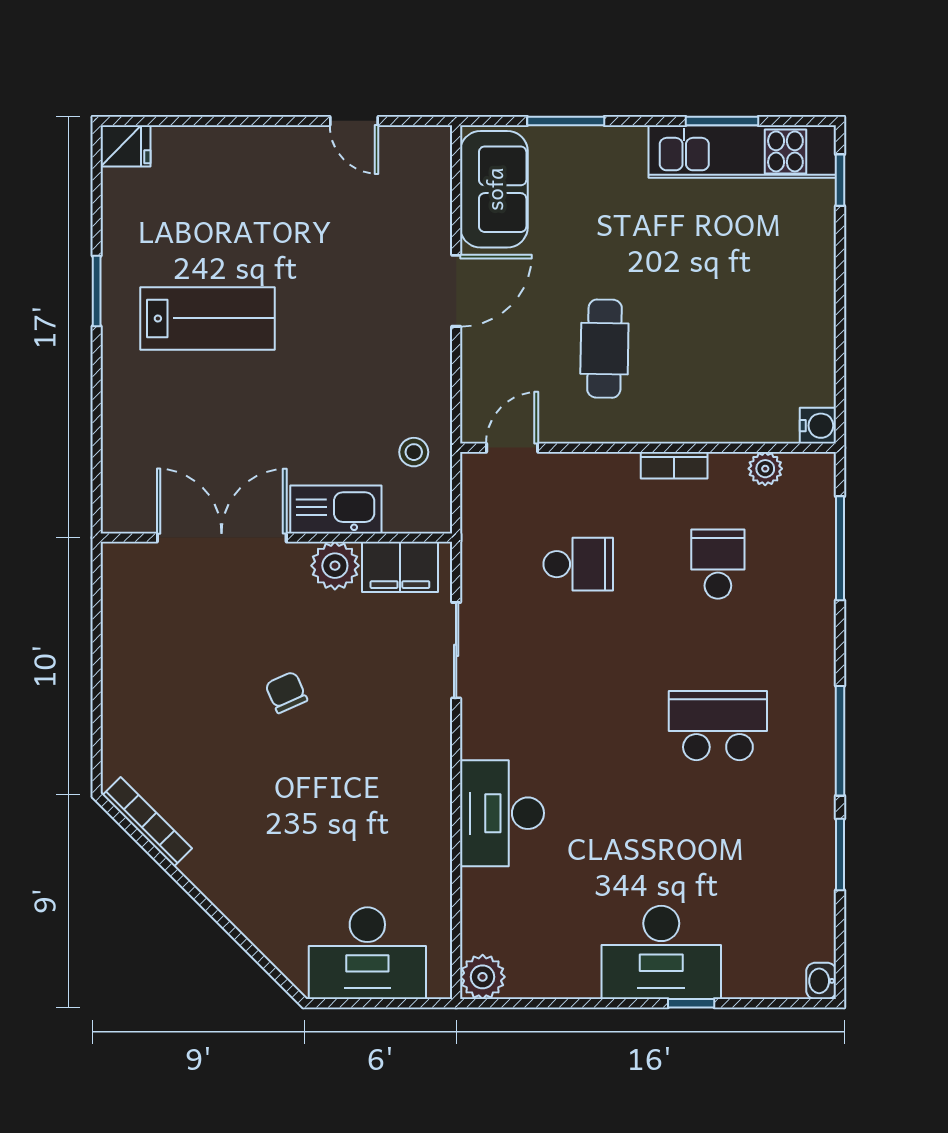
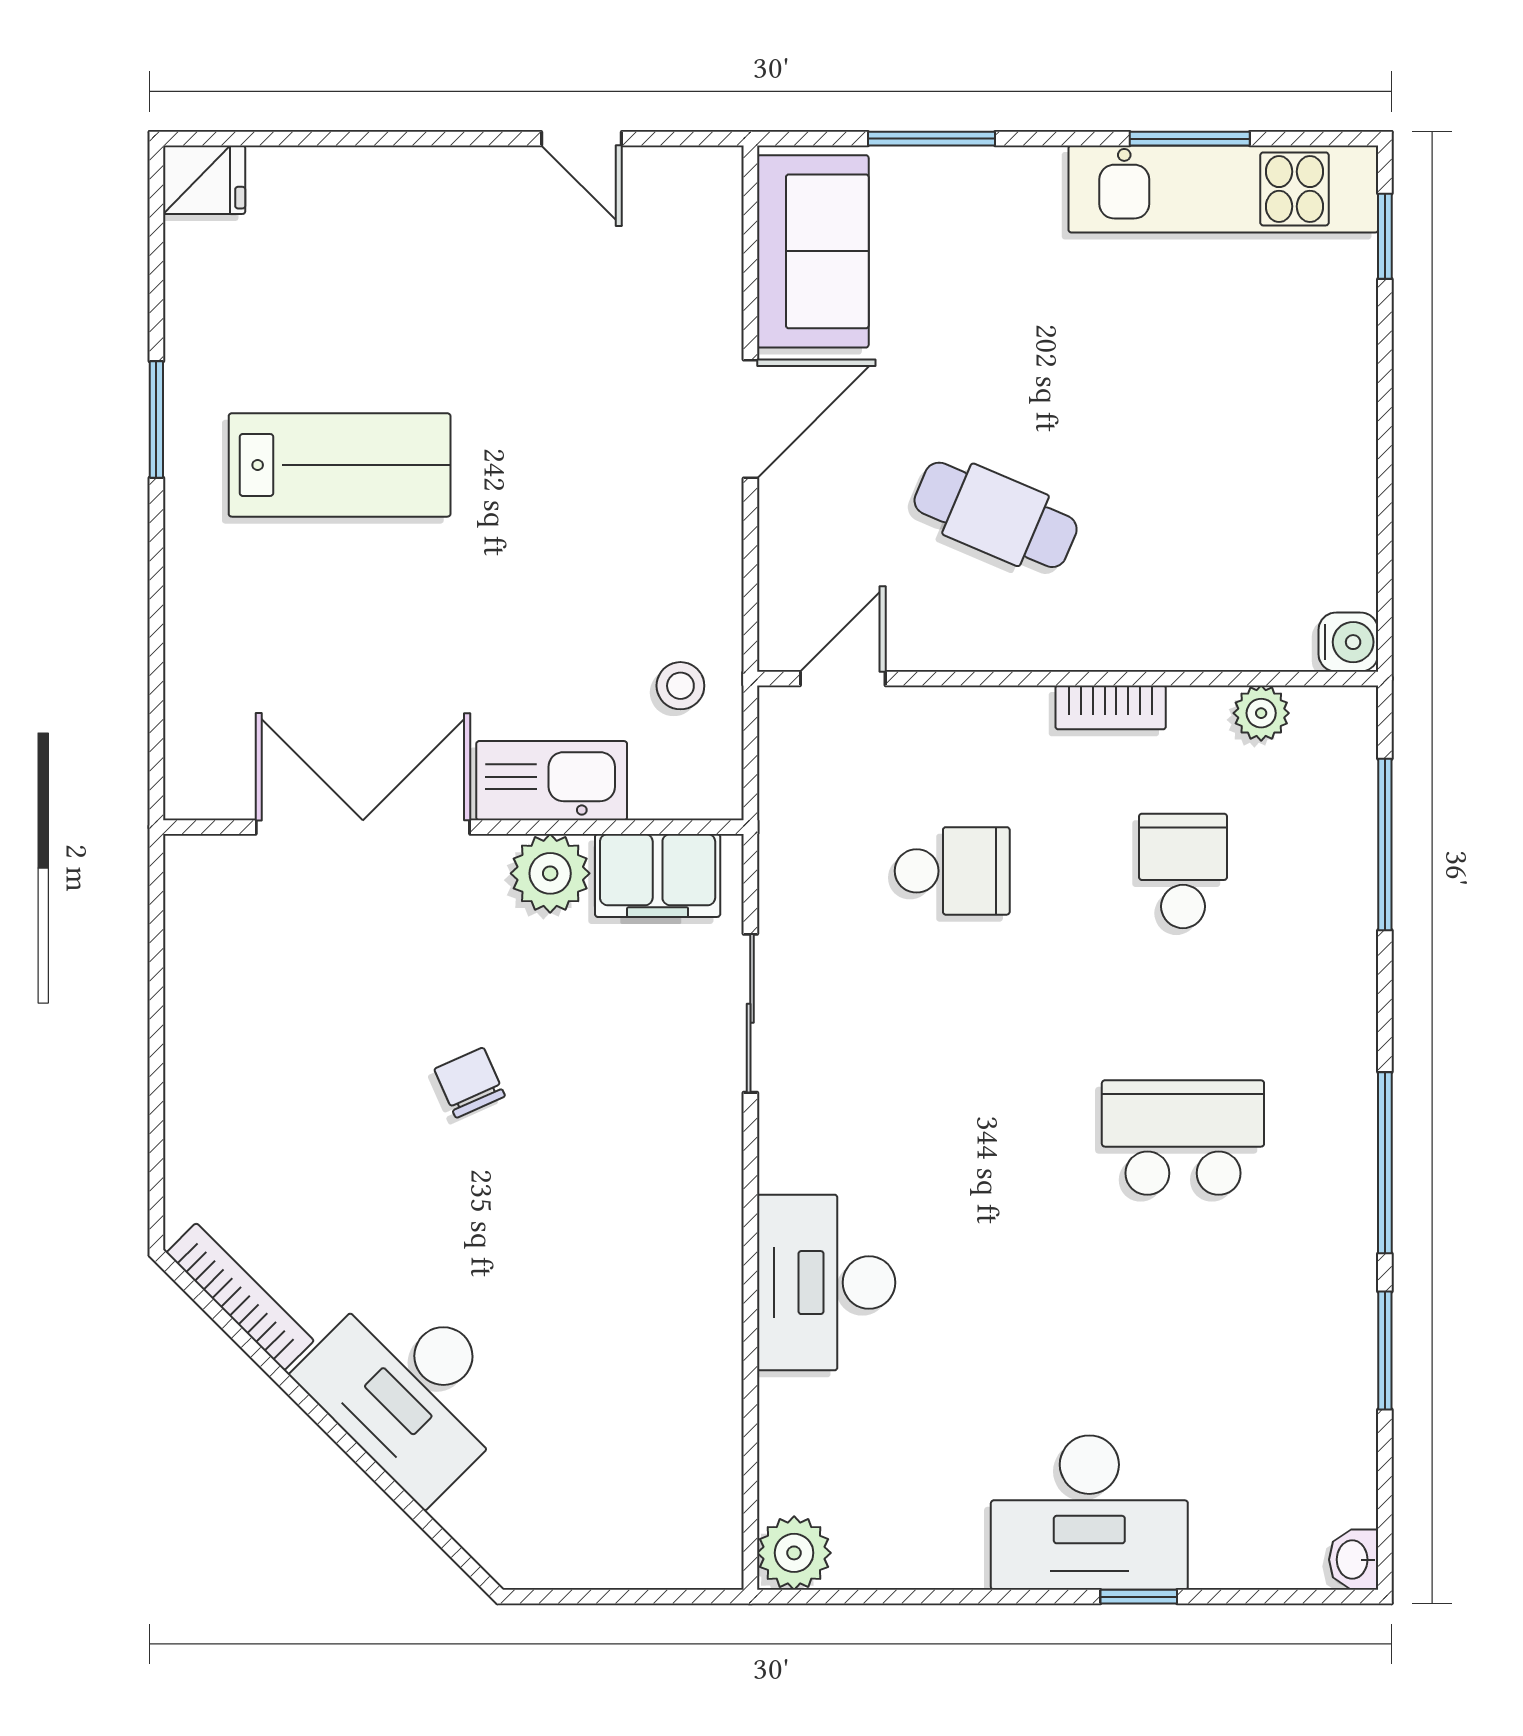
cafe table: (604, 349) -> (996, 515), turned -68
desk: (367, 953) -> (410, 1389), moved, turned 45

